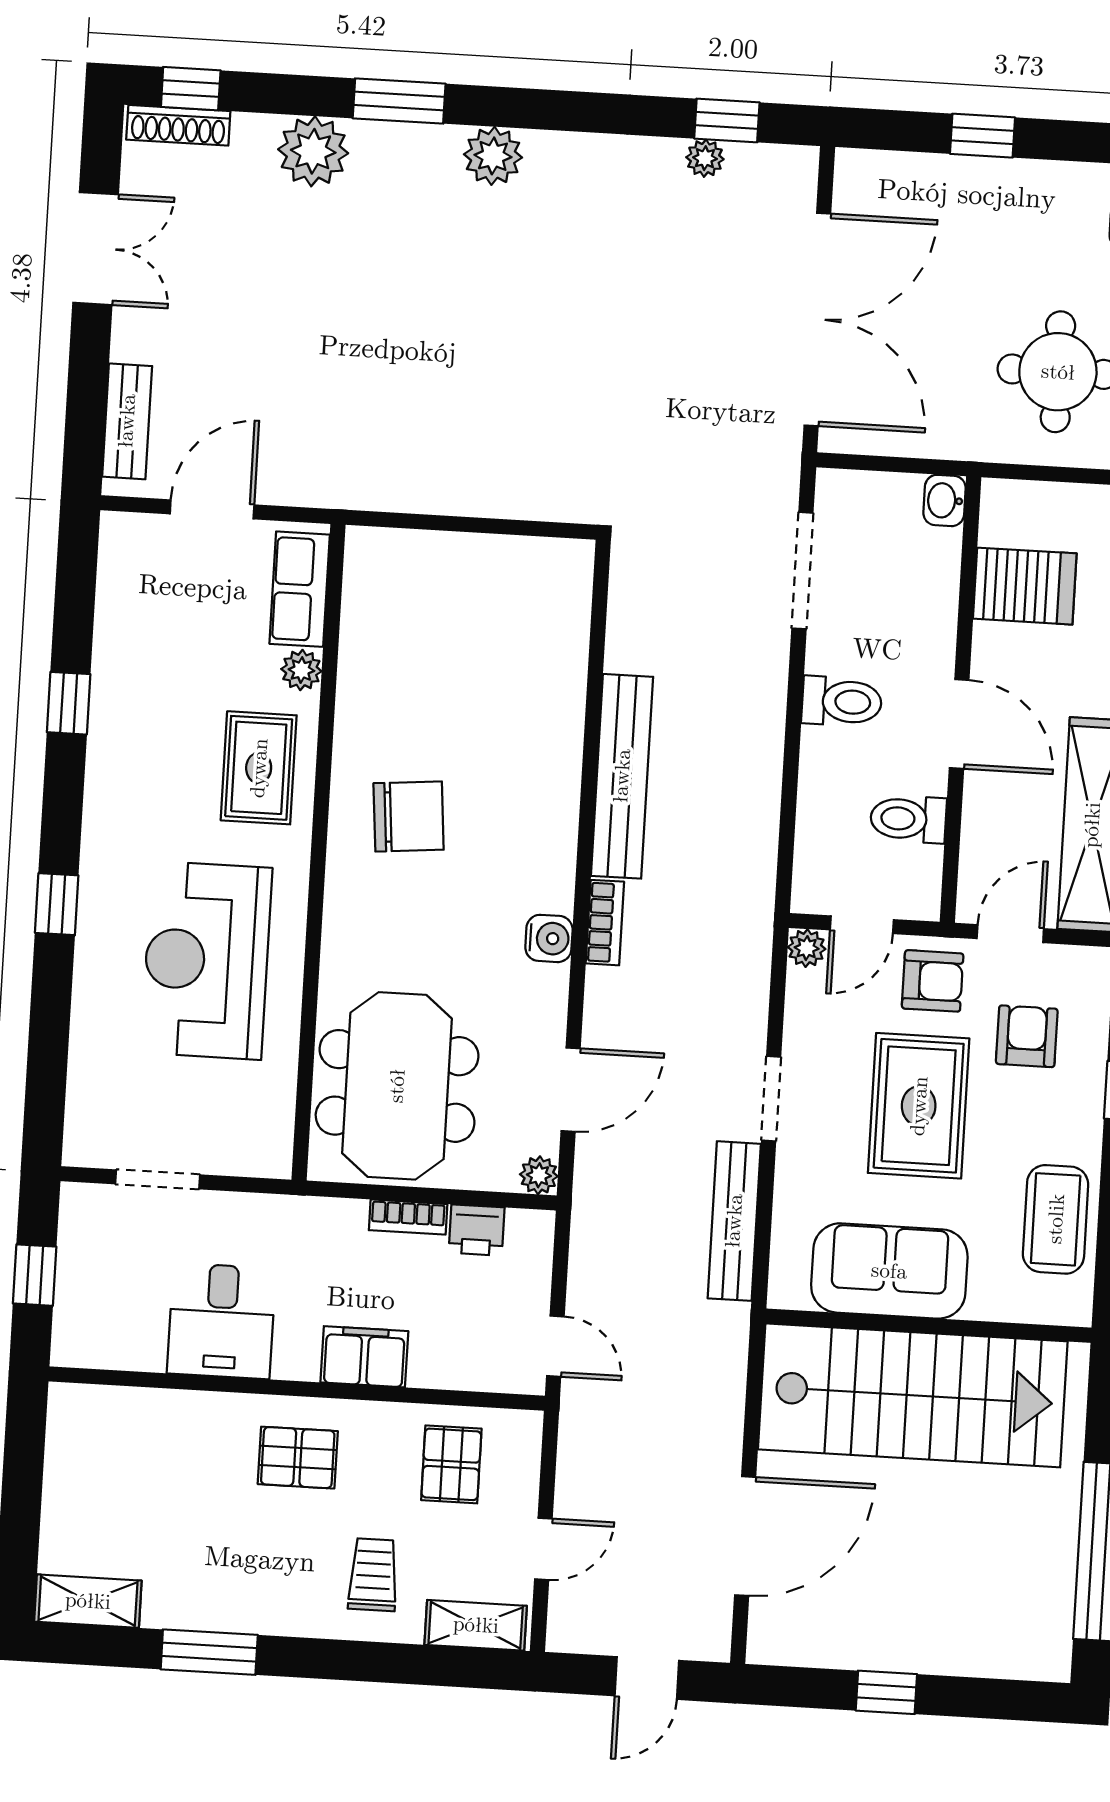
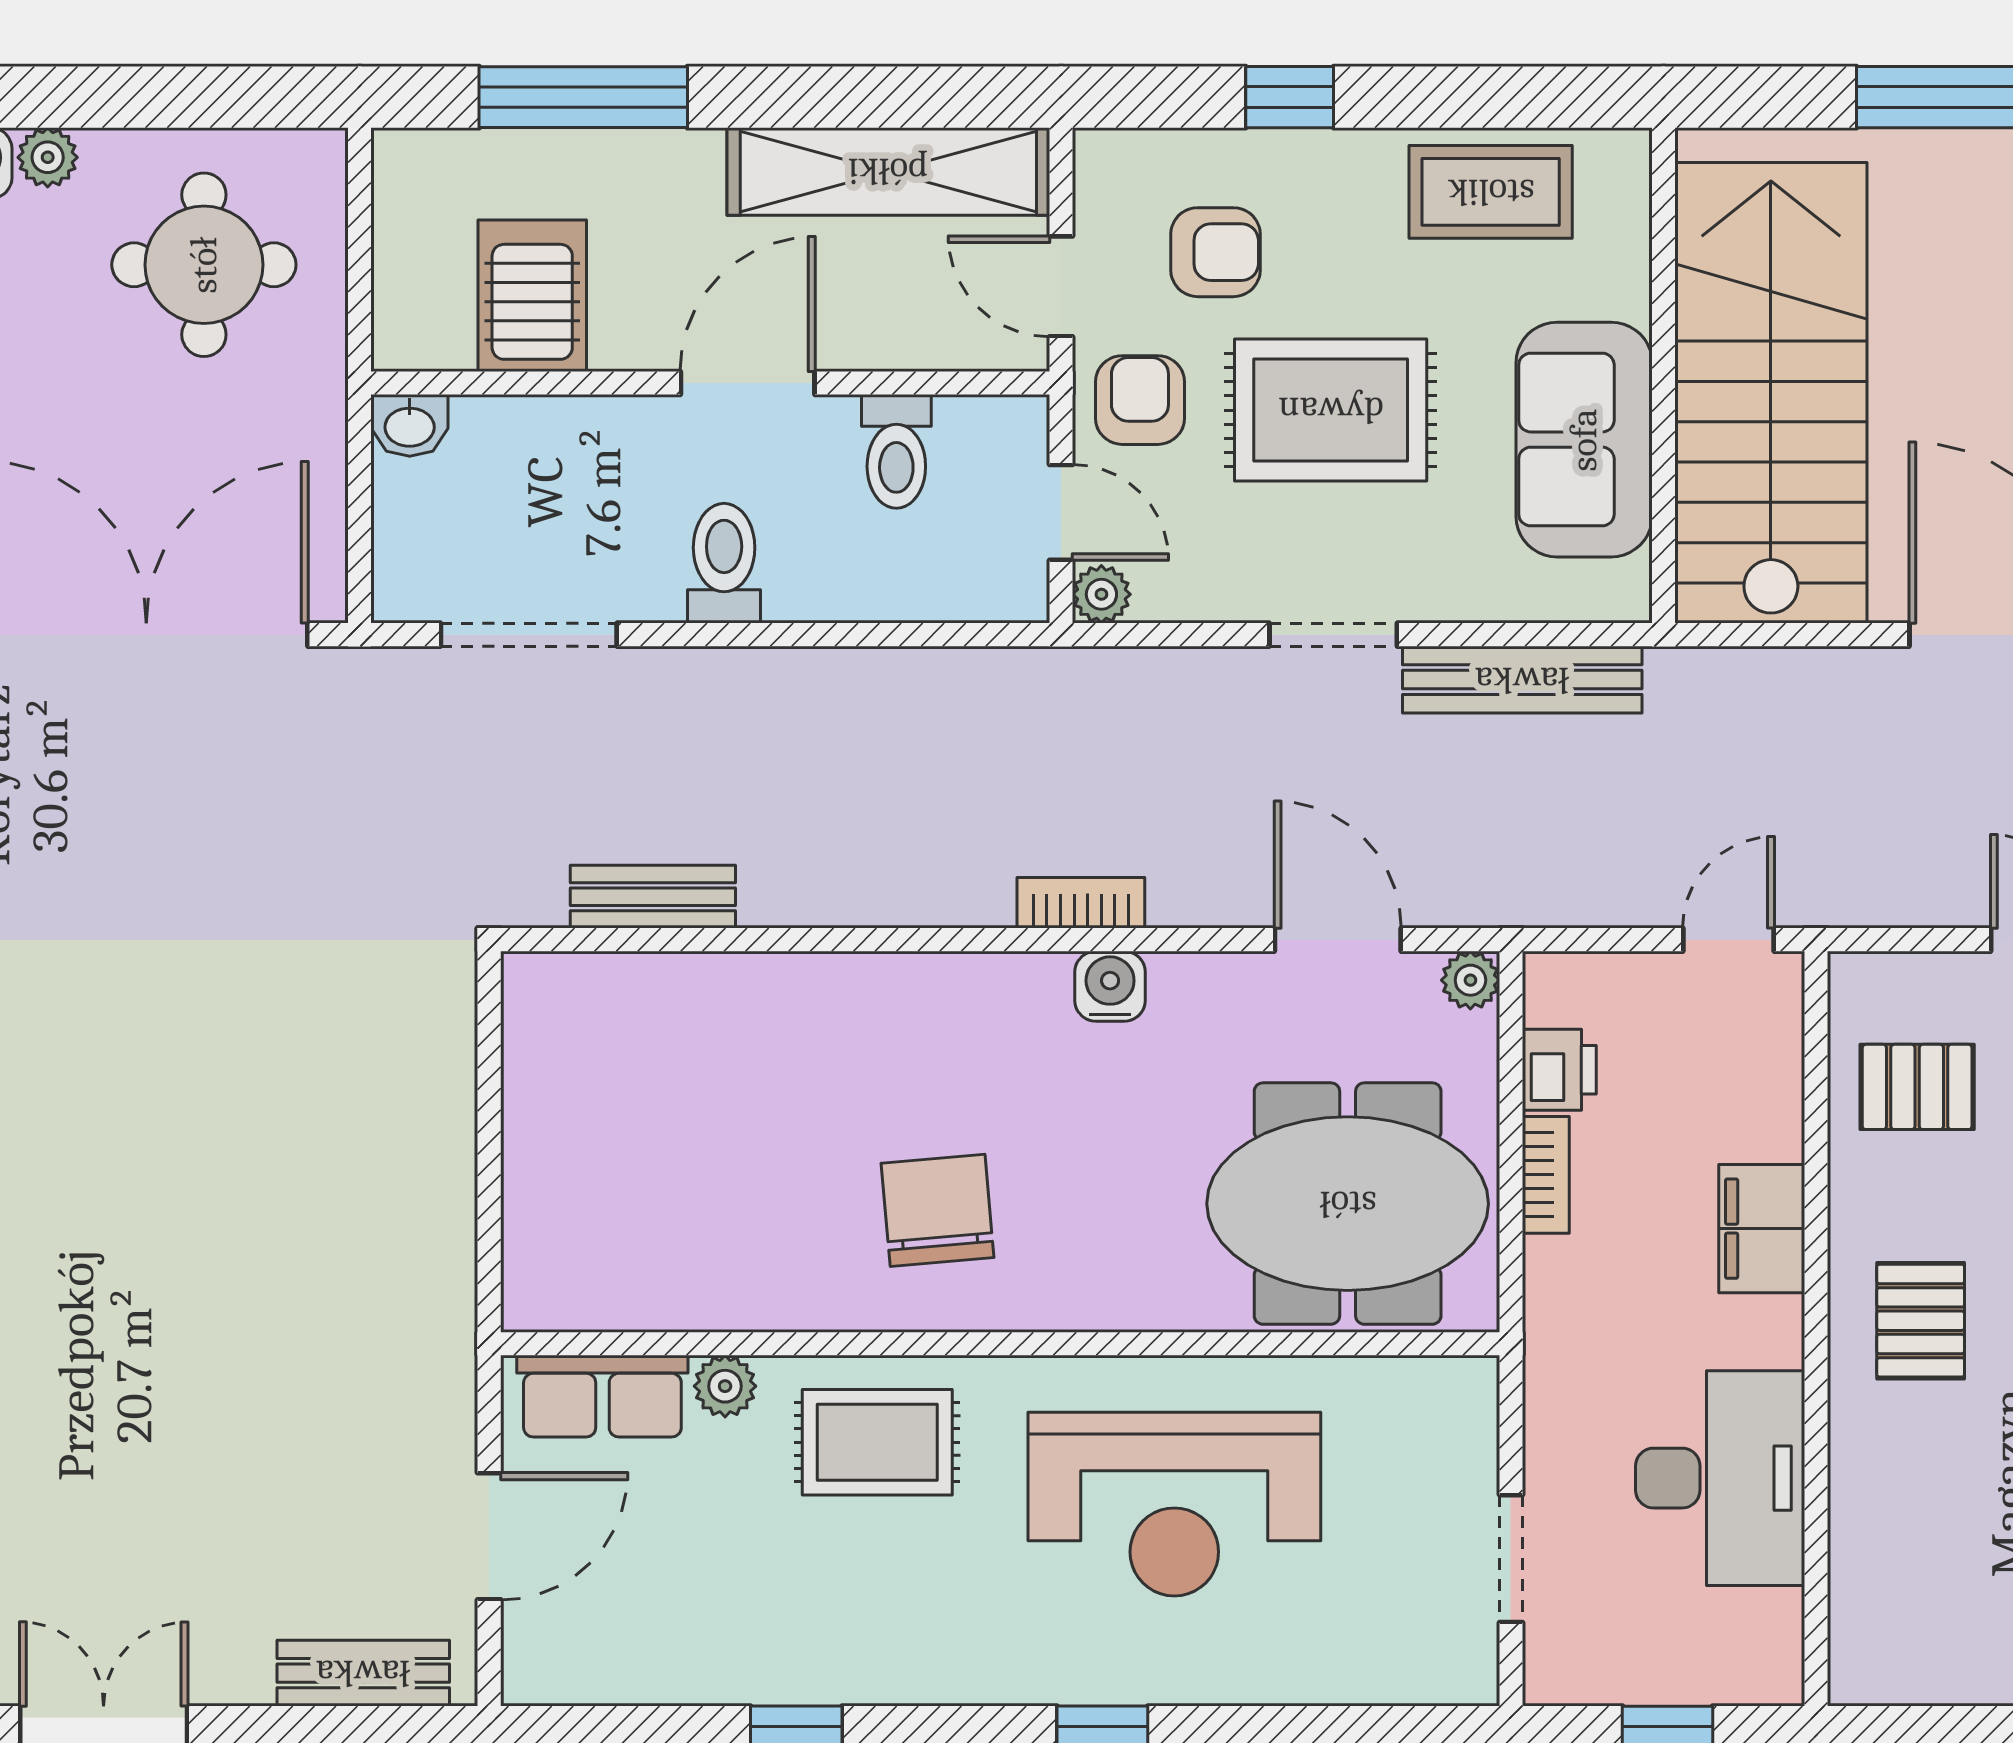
door: (212, 509) -> (489, 1536), swing flipped
bench: (622, 776) -> (653, 897), moved, width x0.54, depth x0.82
armchair: (1027, 1036) -> (1216, 252), turned 180
desk: (221, 1321) -> (1720, 1478), width x1.37

